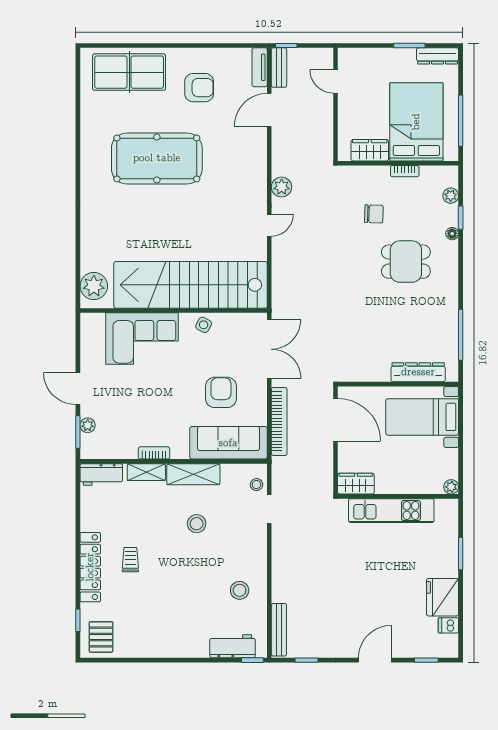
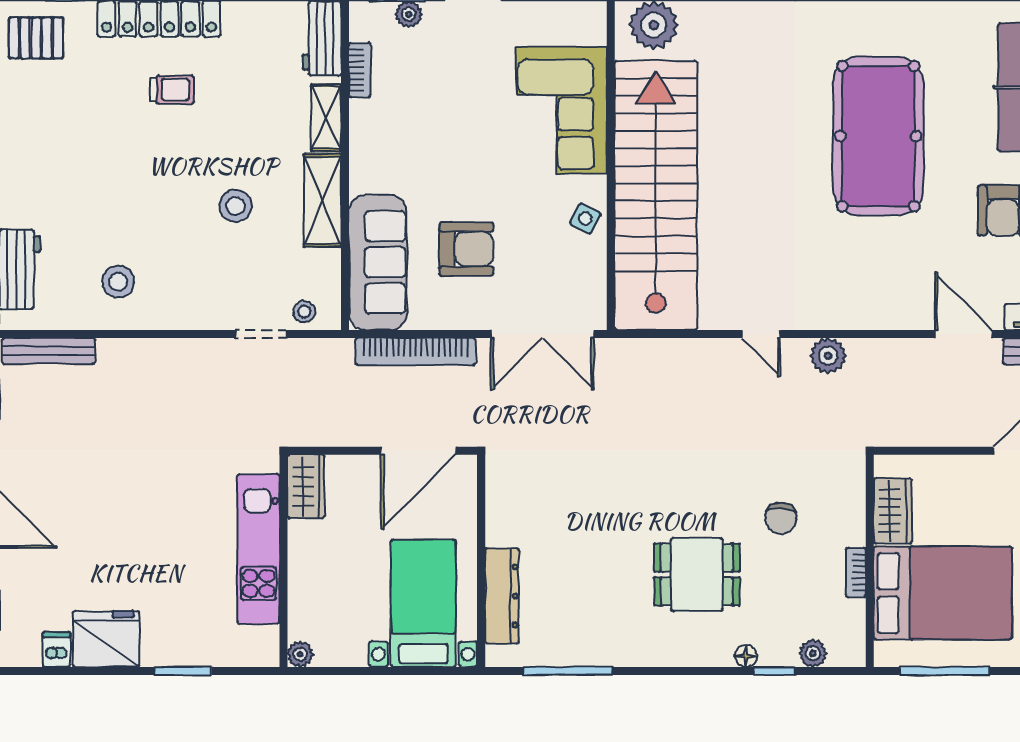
dining table: (406, 262) -> (697, 575), turned 90
bookcase: (154, 453) -> (360, 70), moved

